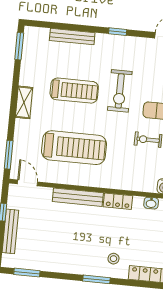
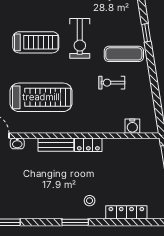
bench: (78, 197) -> (56, 145), width x0.73
washbasin: (151, 203) -> (17, 143), moved

